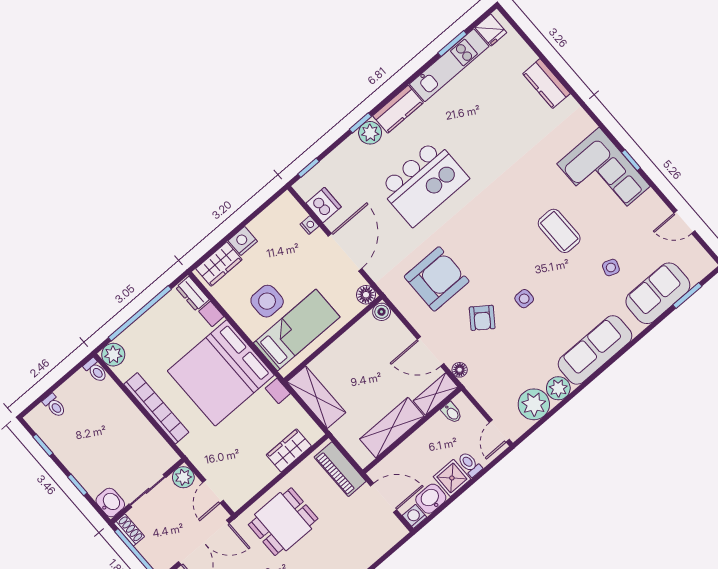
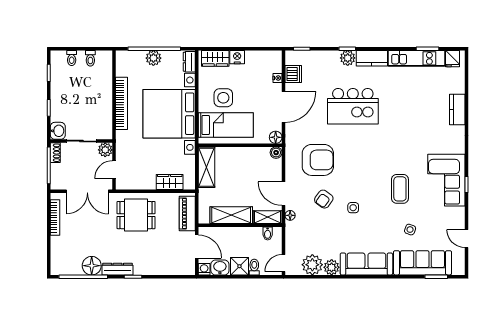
sofa: (658, 293) -> (422, 263), width x1.36
plant: (113, 355) -> (153, 58), moved
toilet: (96, 370) -> (90, 58), moved

